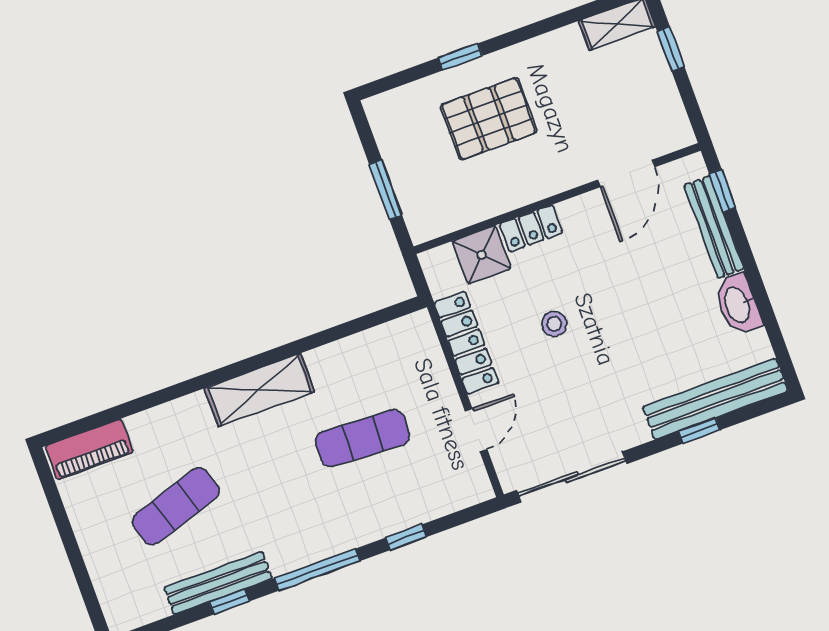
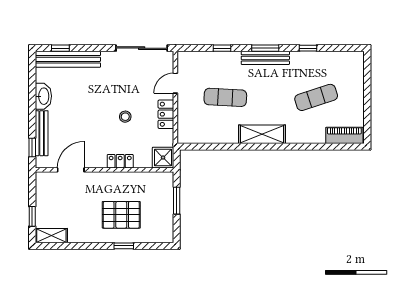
shower: (482, 255) -> (163, 158), moved
locker: (466, 343) -> (166, 114), width x0.66
window: (699, 431) -> (60, 48), moved
window: (317, 570) -> (265, 48), width x0.69
bench: (218, 583) -> (265, 58), moved

